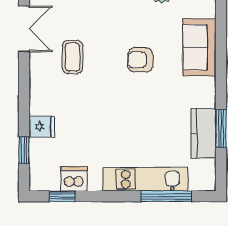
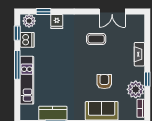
armchair: (140, 60) -> (104, 82), moved
plant: (41, 175) -> (29, 21), added
window: (166, 196) -> (17, 65), moved

